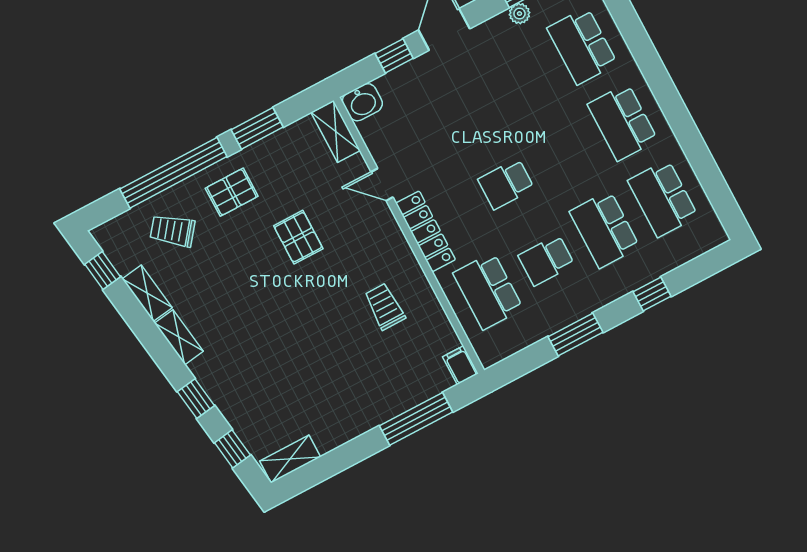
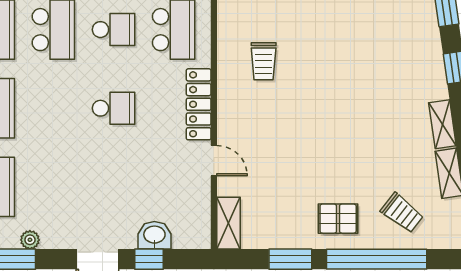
washbasin: (362, 102) -> (154, 235), moved
pallet: (298, 237) -> (304, 154), removed

